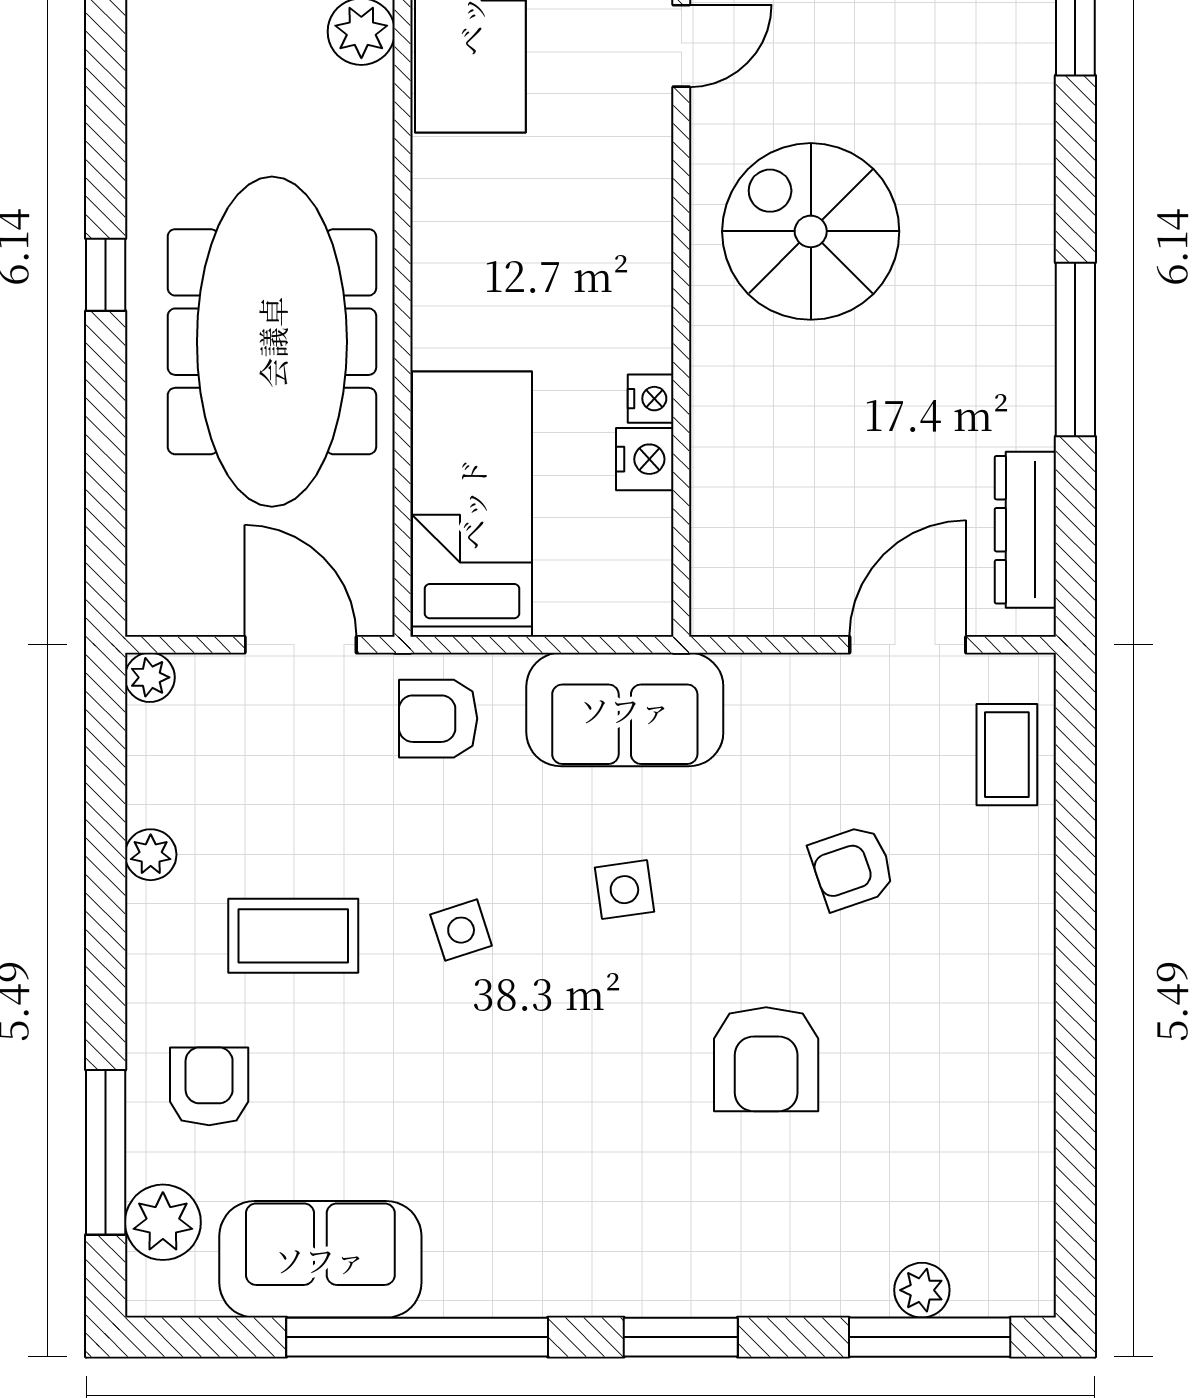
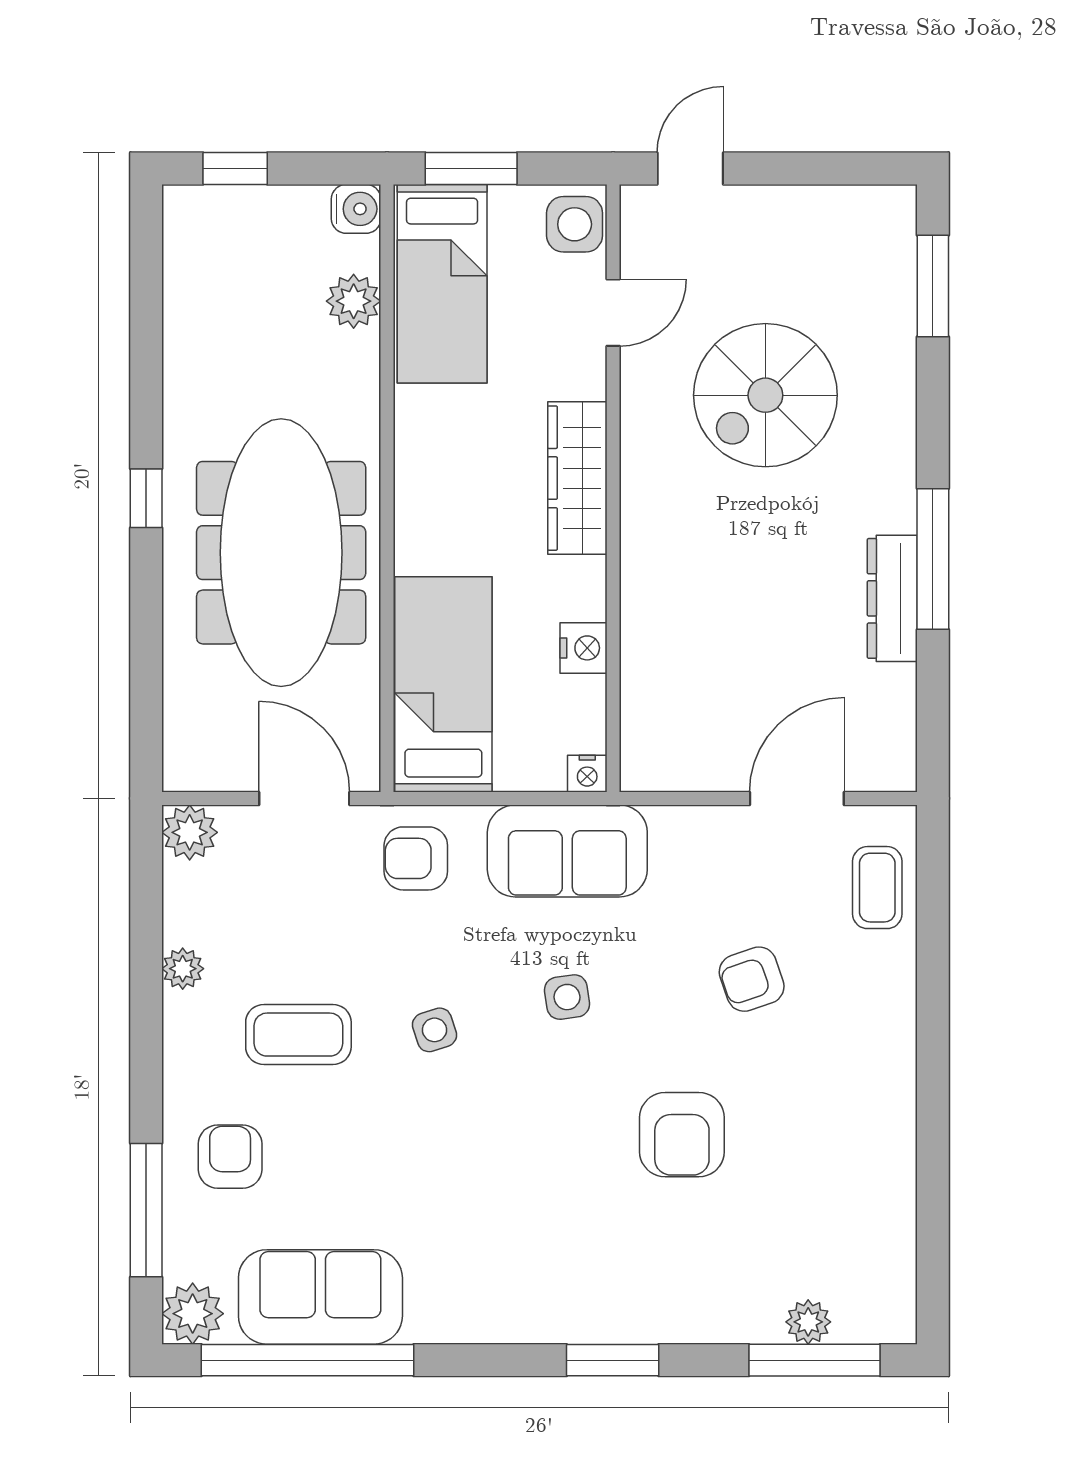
spiral stairs: (811, 231) -> (765, 395), moved, turned -90
wardrobe: (637, 250) -> (577, 478), added
nightstand: (651, 399) -> (587, 774), moved, turned 90
dresser: (1025, 530) -> (892, 598), moved
plant: (150, 677) -> (190, 832), width x1.38, depth x1.38
plant: (163, 1222) -> (193, 1314), moved
window: (417, 1337) -> (308, 1360), moved

